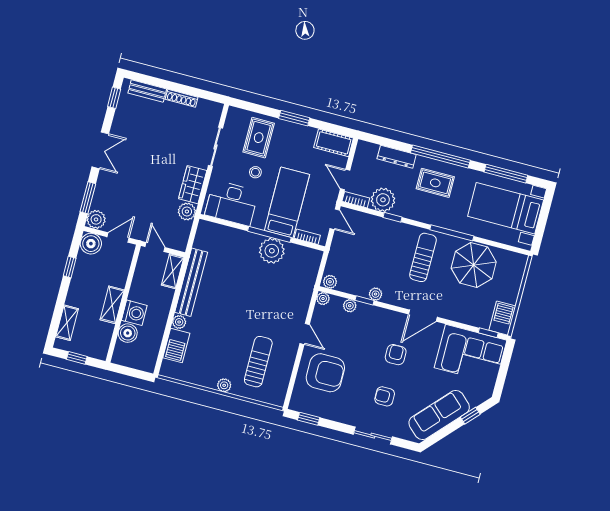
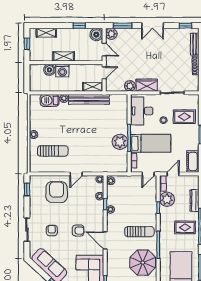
rug: (435, 183) -> (185, 227), turned 90
armchair: (325, 373) -> (57, 192), turned 180

